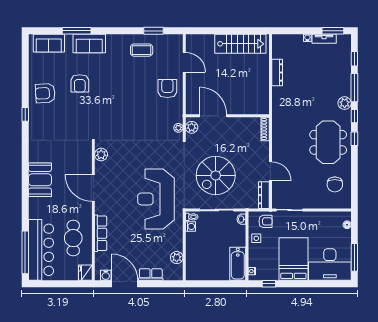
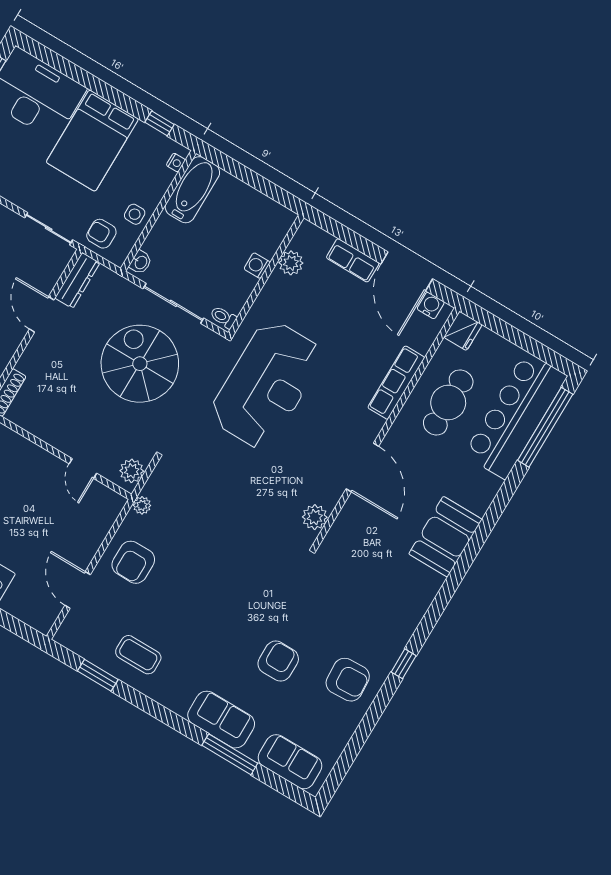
door: (213, 116) -> (83, 468), width x0.53
plant: (178, 128) -> (142, 505), moved
spiral stairs: (216, 175) -> (140, 364), turned -90
washing machine: (190, 226) -> (257, 266), moved

